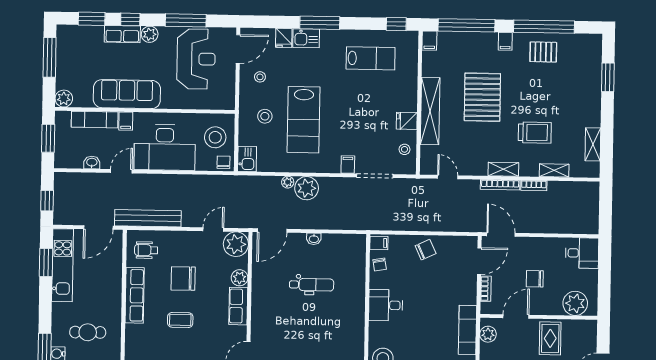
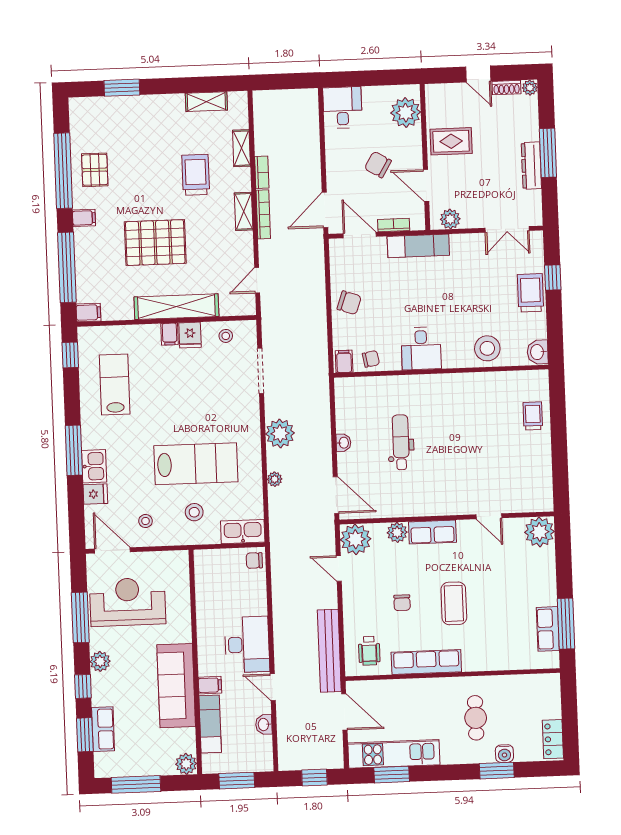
row of seats: (122, 34) -> (103, 729), moved
stool: (215, 137) -> (224, 573), removed
desk: (165, 147) -> (247, 645), width x0.73, depth x0.77
kitchen sink: (247, 159) -> (243, 532), width x1.38
filing cabinet: (348, 165) -> (170, 334), moved, turned -90
plant: (307, 188) -> (280, 433), moved
chair: (426, 250) -> (349, 303), turned 134
chair: (183, 279) -> (402, 603), width x0.54, depth x0.54
chair: (535, 279) -> (378, 165), turned 121
coffee table: (180, 320) -> (454, 603), width x1.36, depth x1.30
exam couch: (468, 330) -> (418, 246), moved

